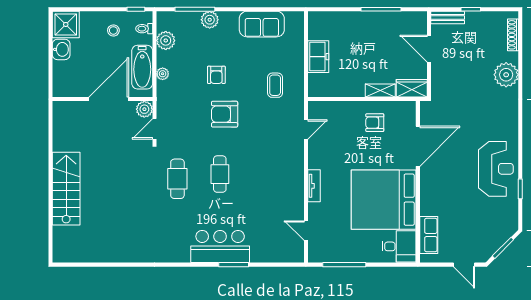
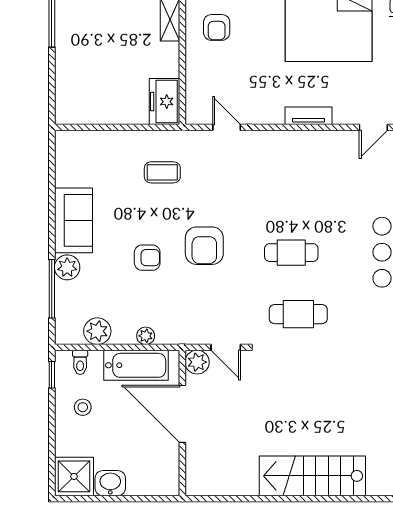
sofa: (262, 24) -> (73, 220), moved
freezer: (318, 57) -> (165, 102), moved, turned -90

